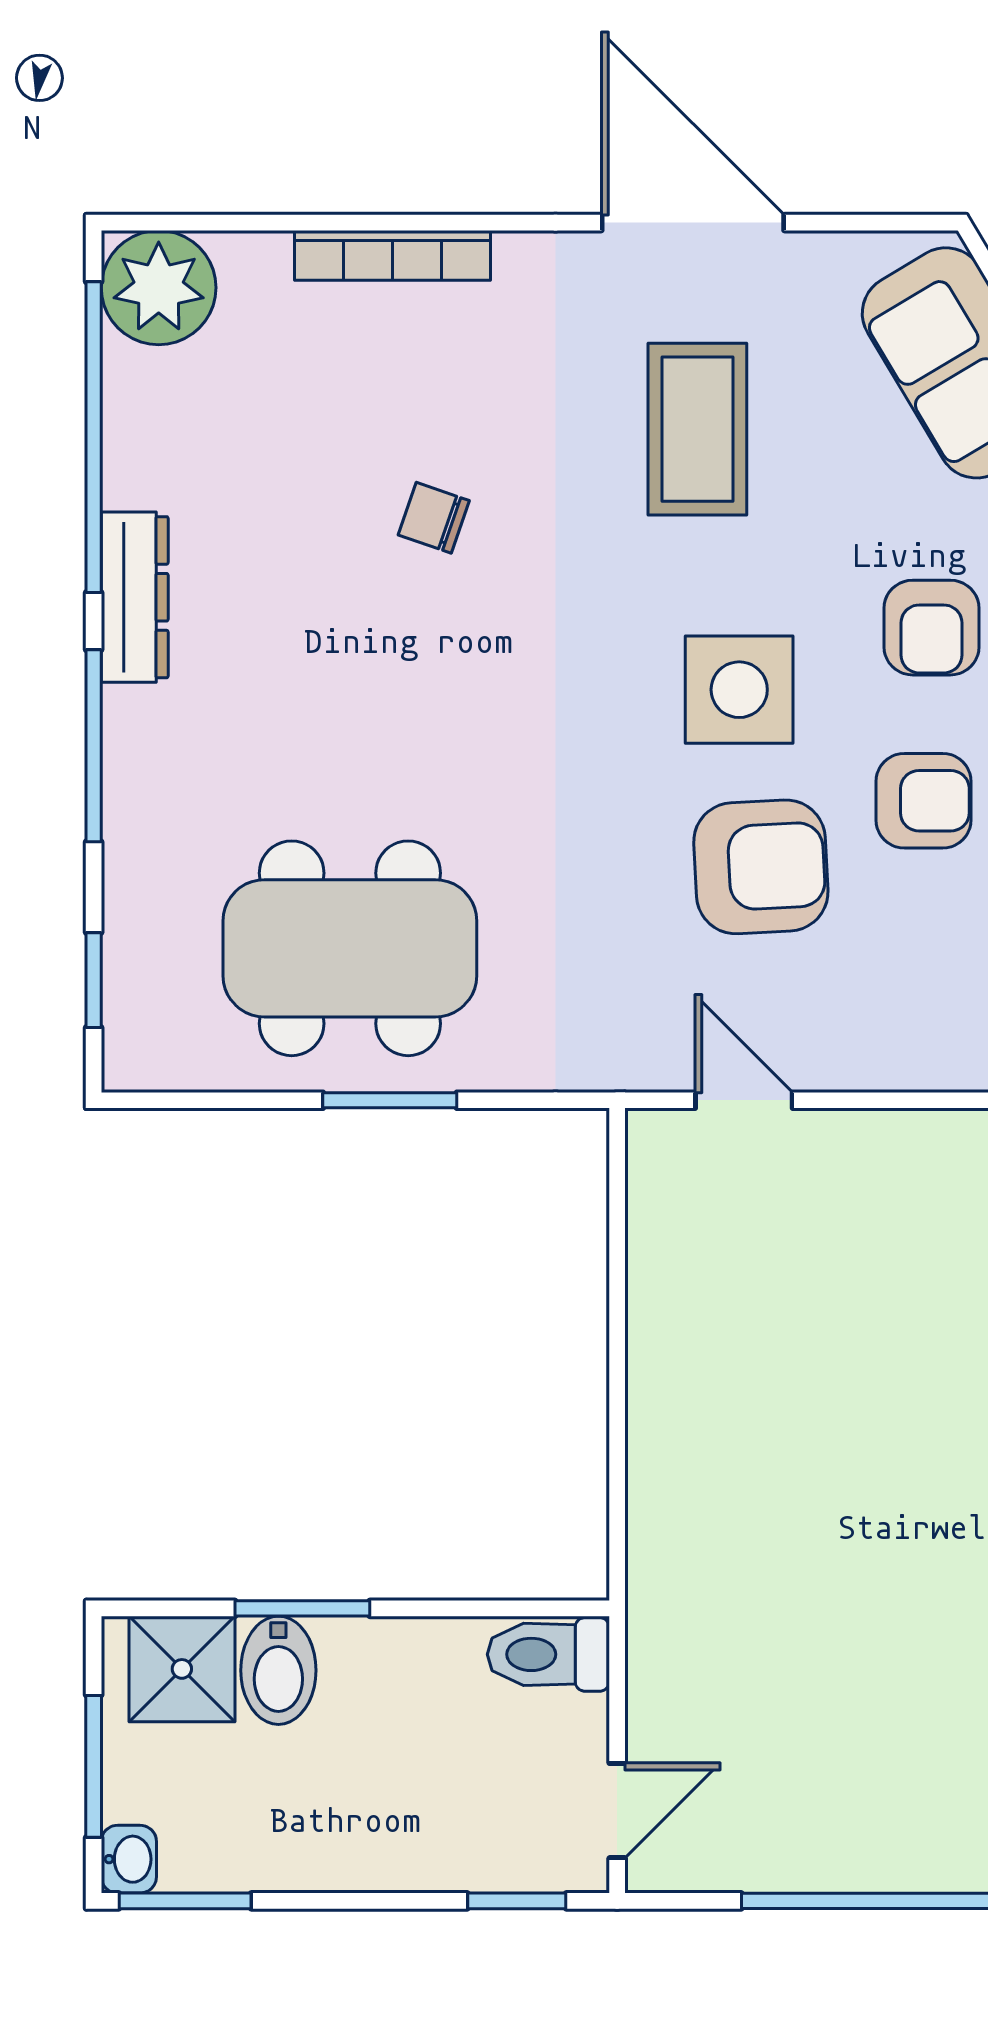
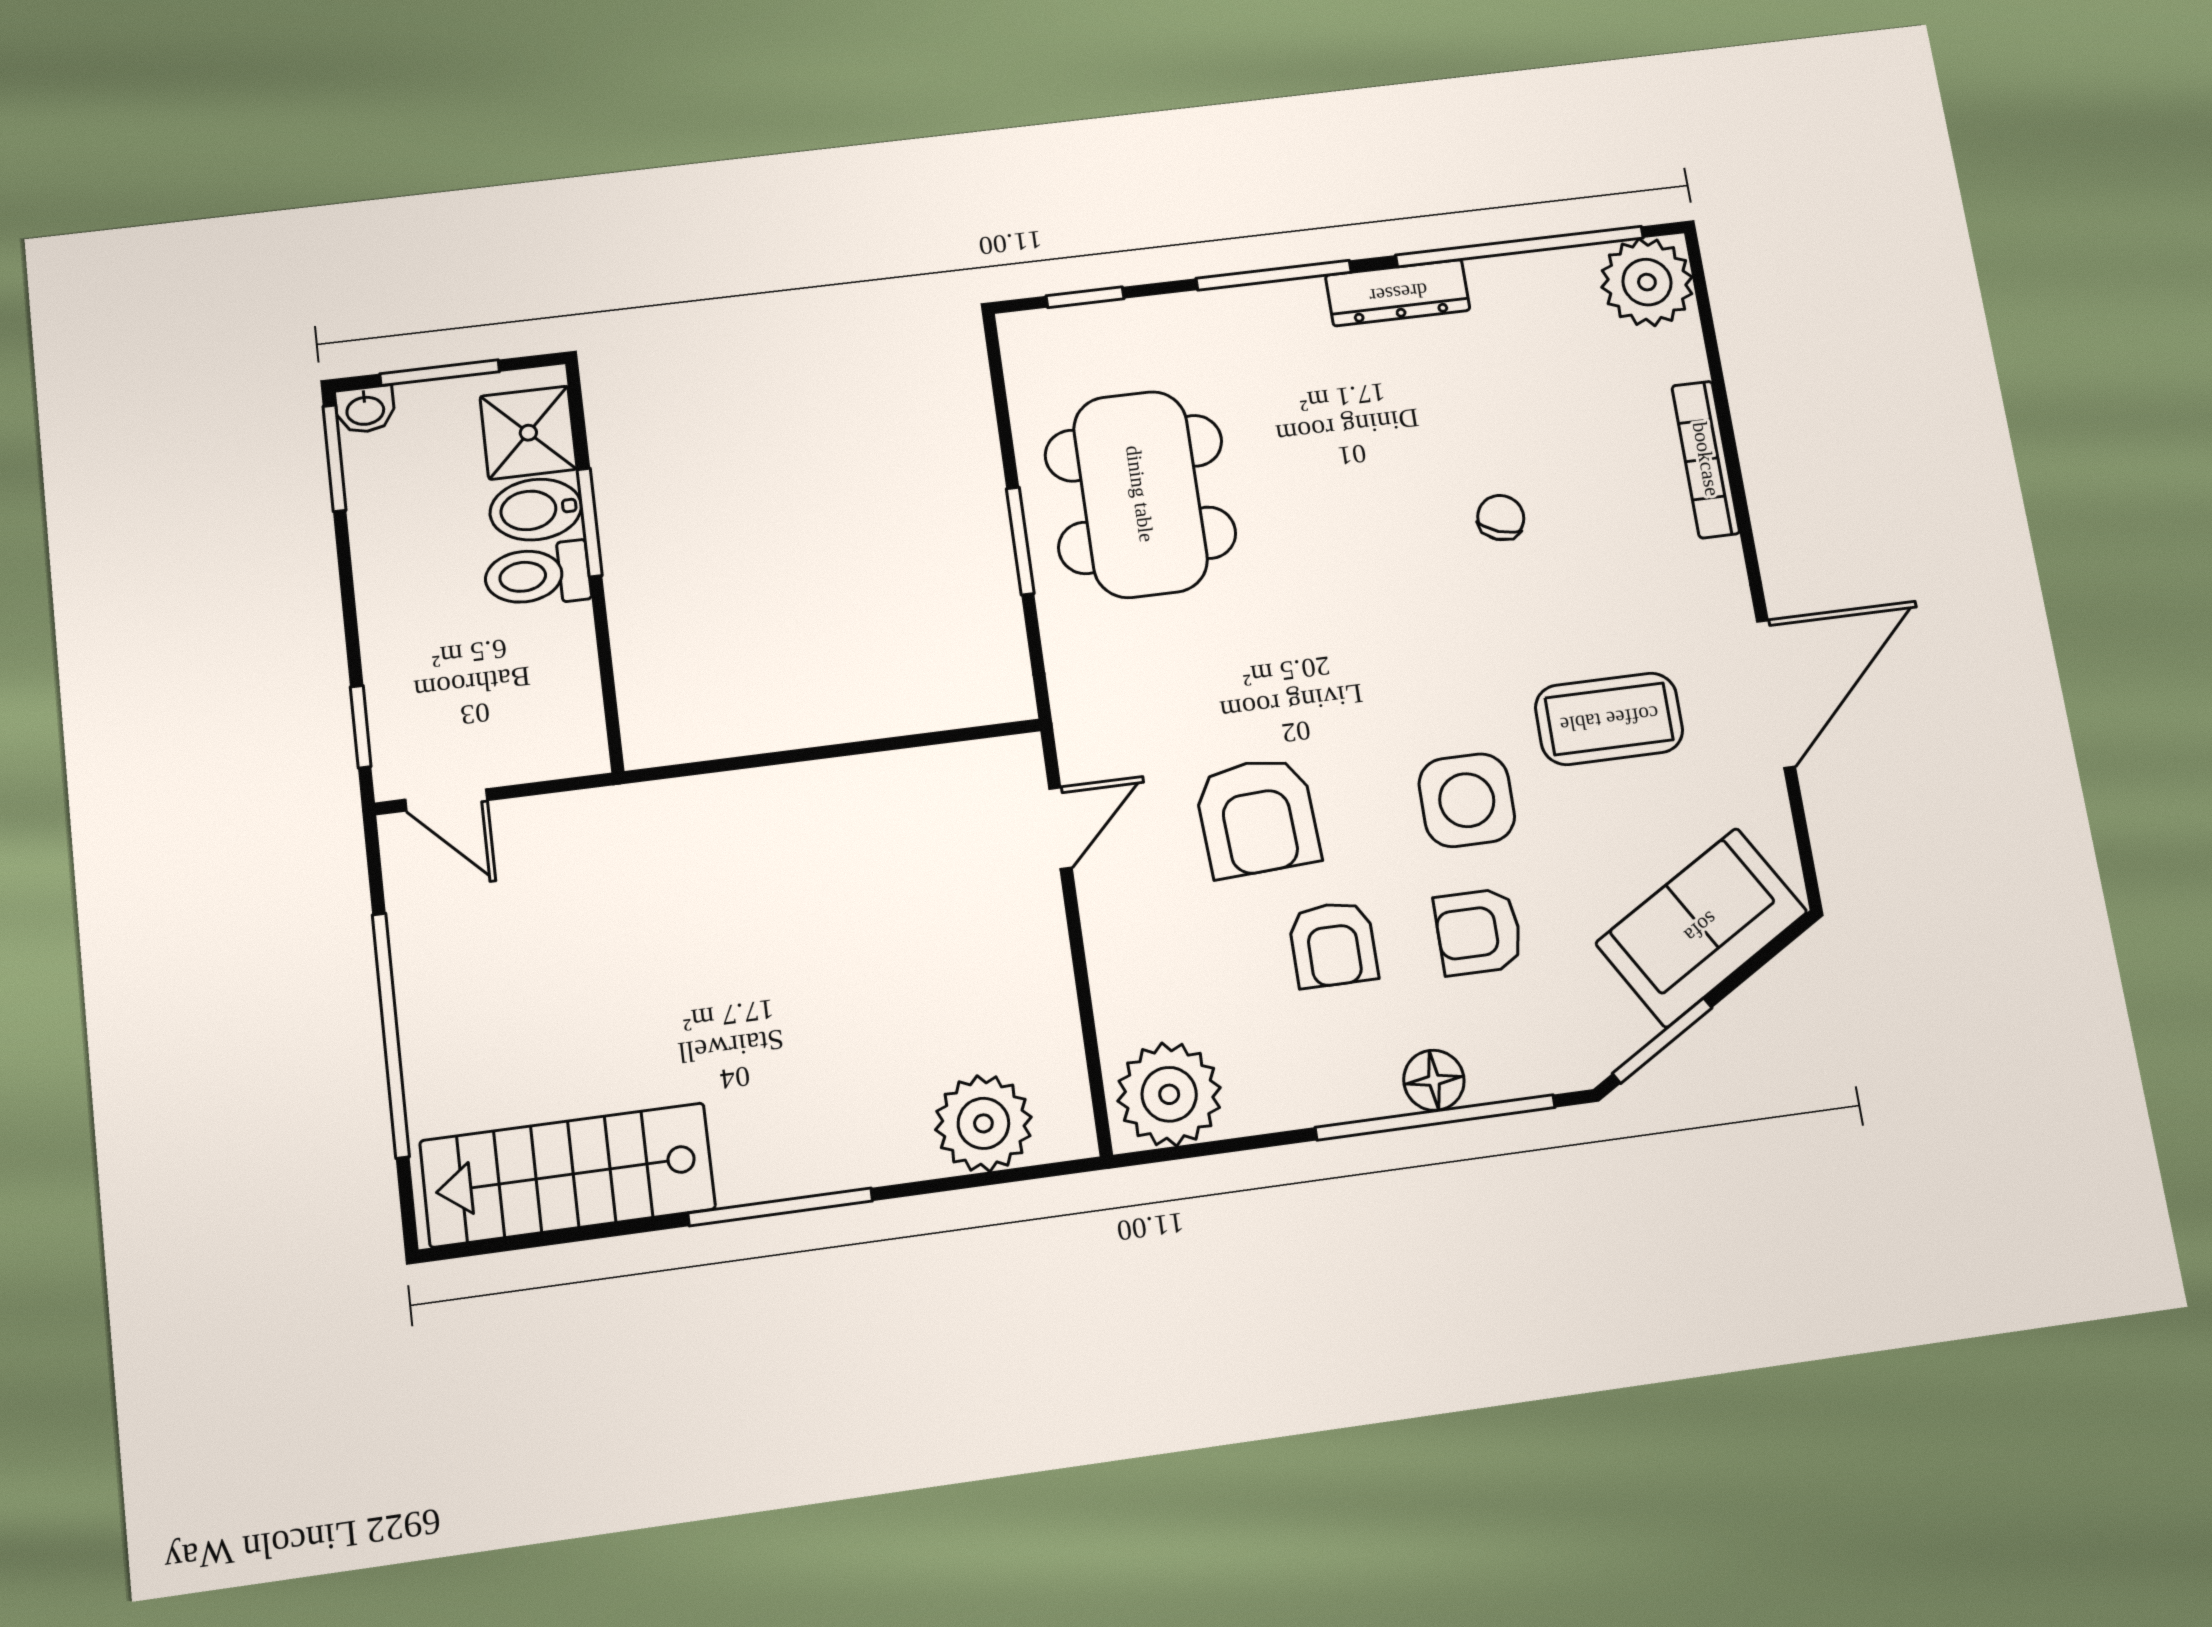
side table: (739, 690) -> (1467, 800), moved
toilet: (548, 1654) -> (537, 575), moved, turned -90

